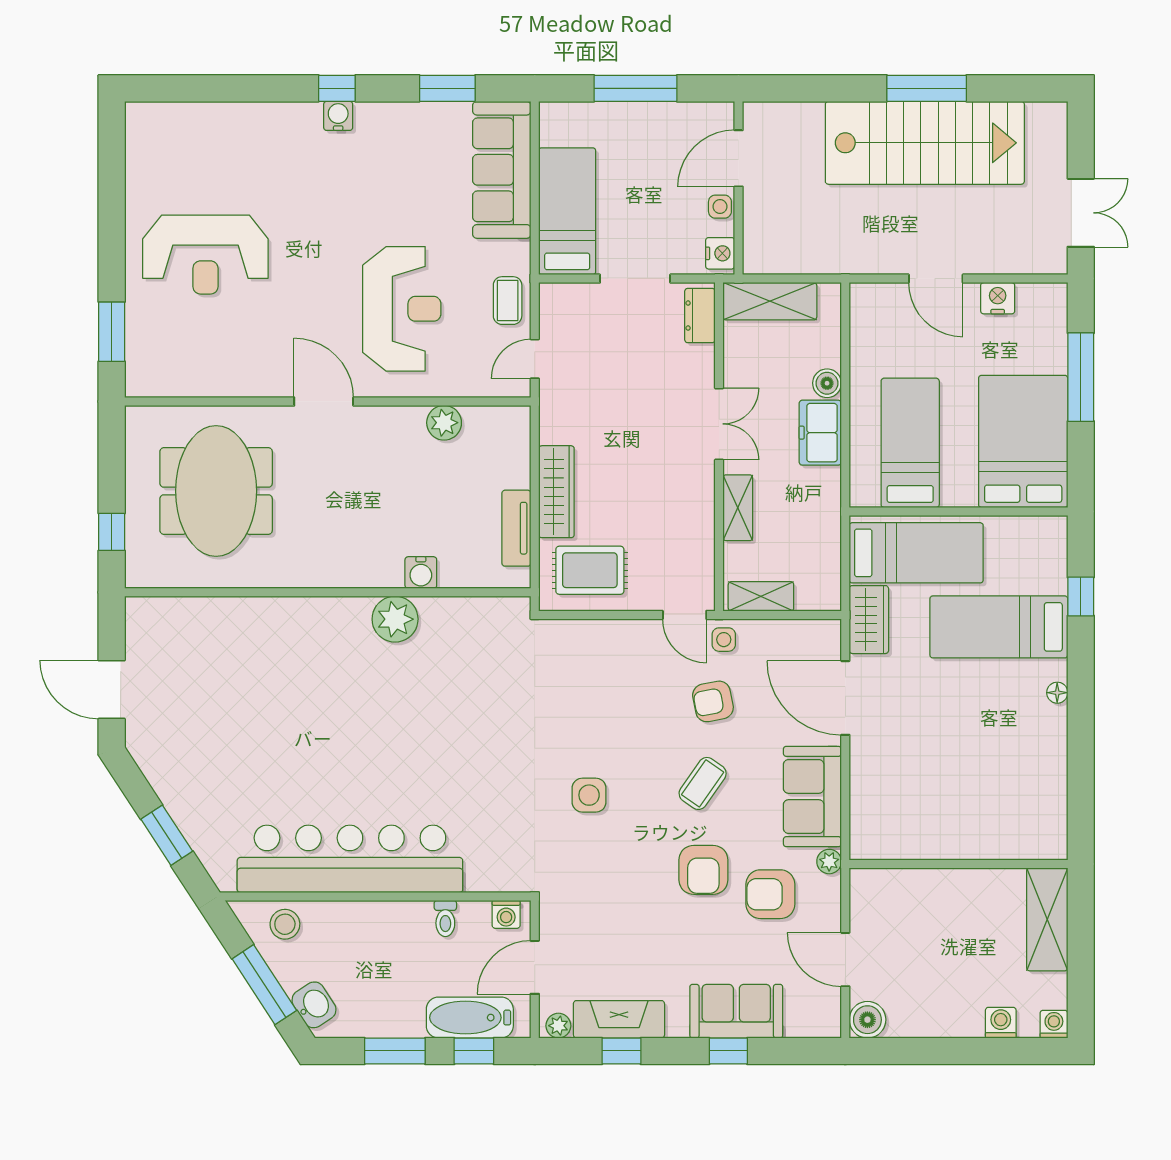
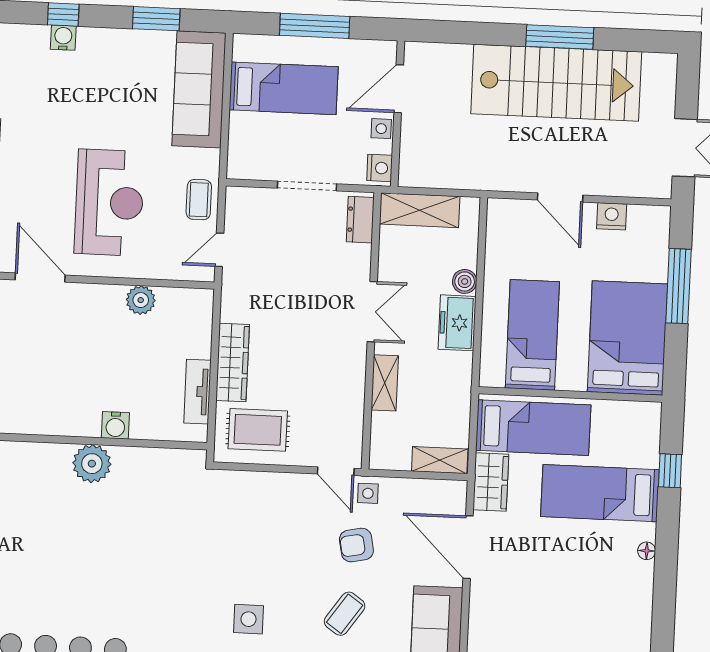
bed: (567, 211) -> (284, 88), moved, turned 90
shelving: (761, 596) -> (440, 460), moved

